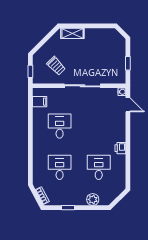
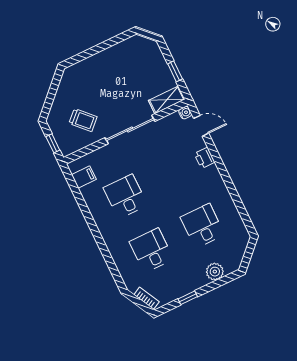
shelving: (72, 33) -> (167, 100), moved
printer: (120, 148) -> (205, 158), moved

